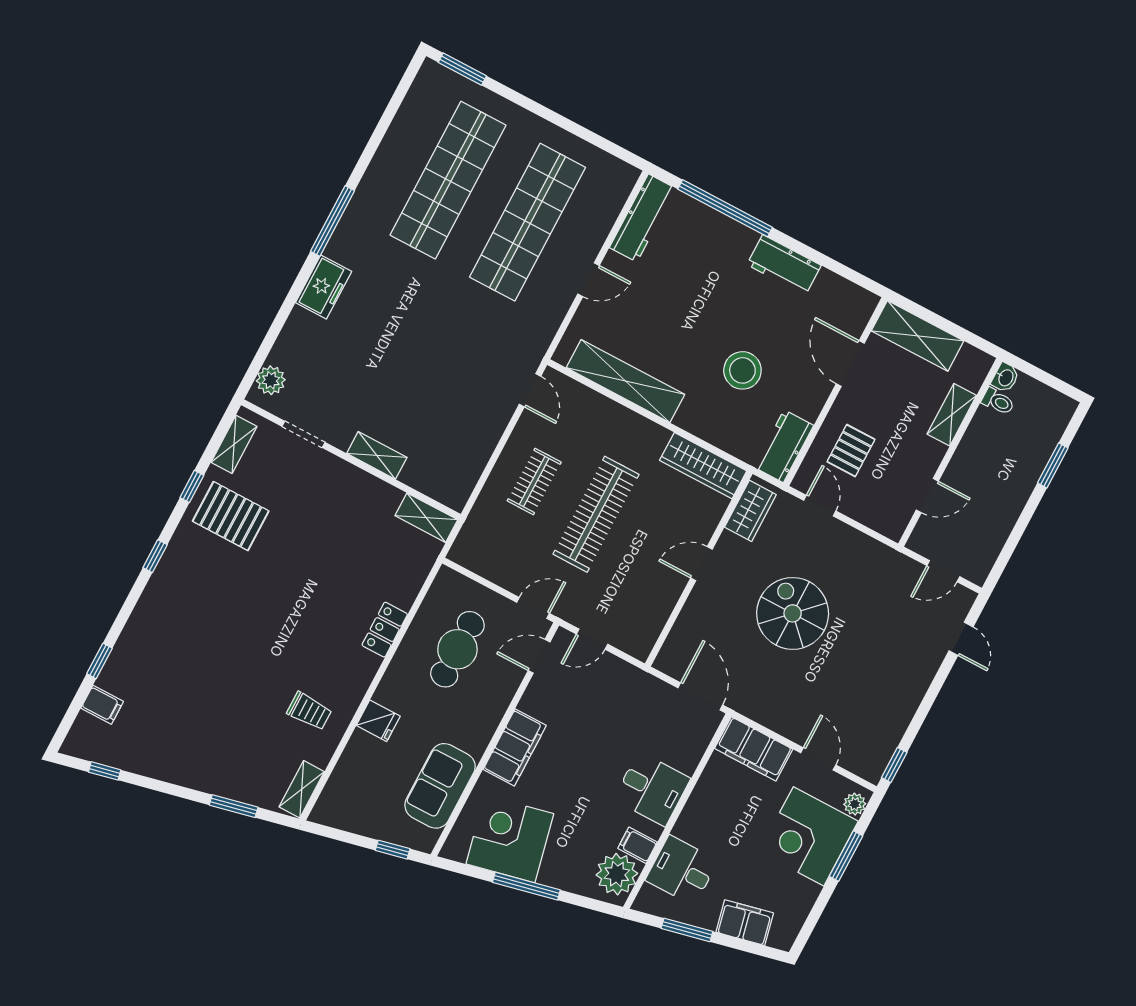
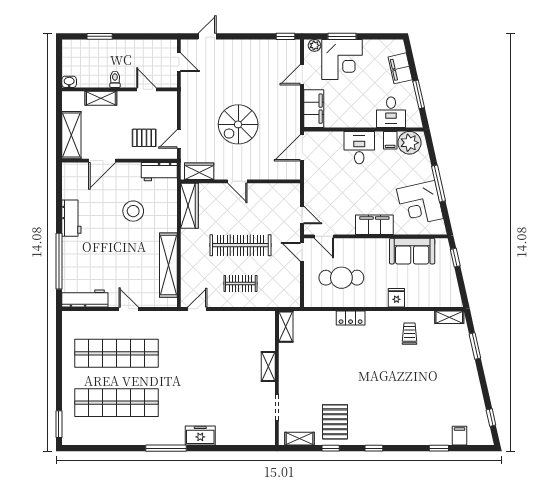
plant: (271, 380) -> (259, 437), removed
toilet: (998, 401) -> (115, 79), moved

